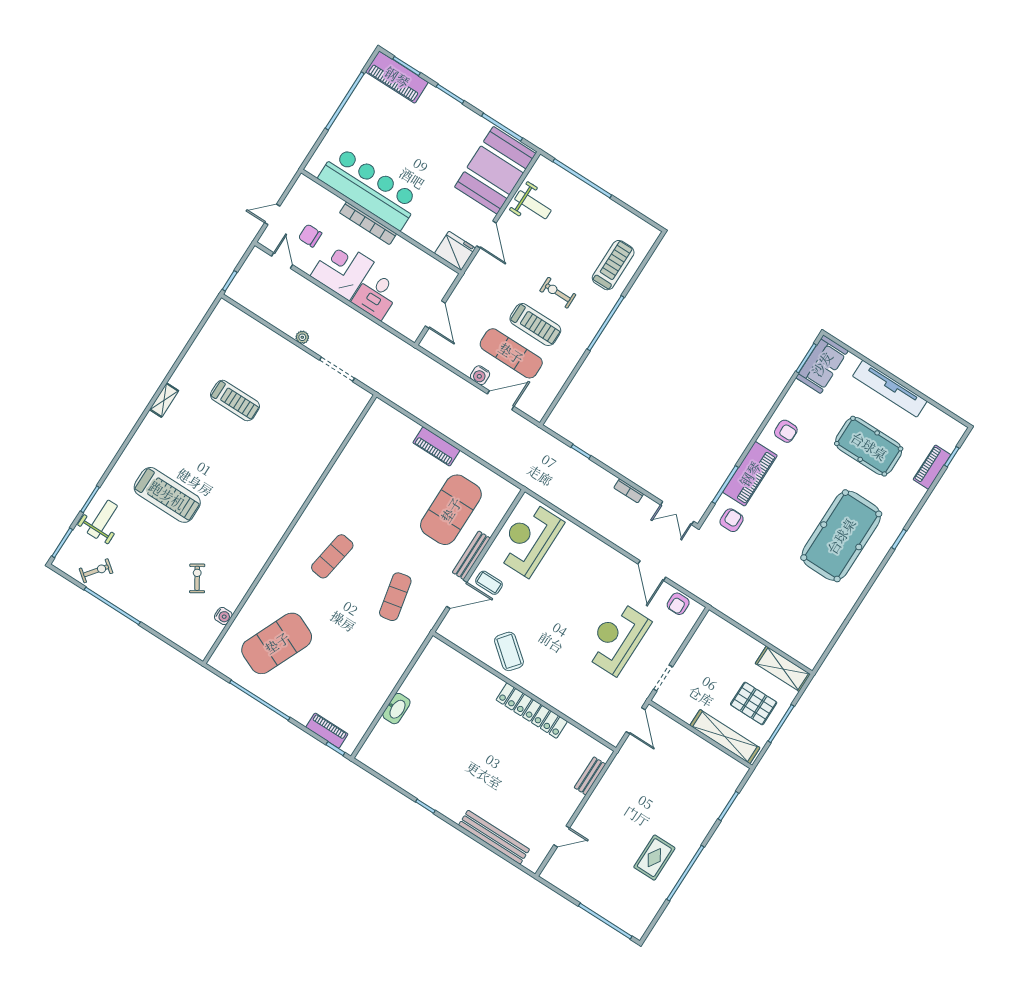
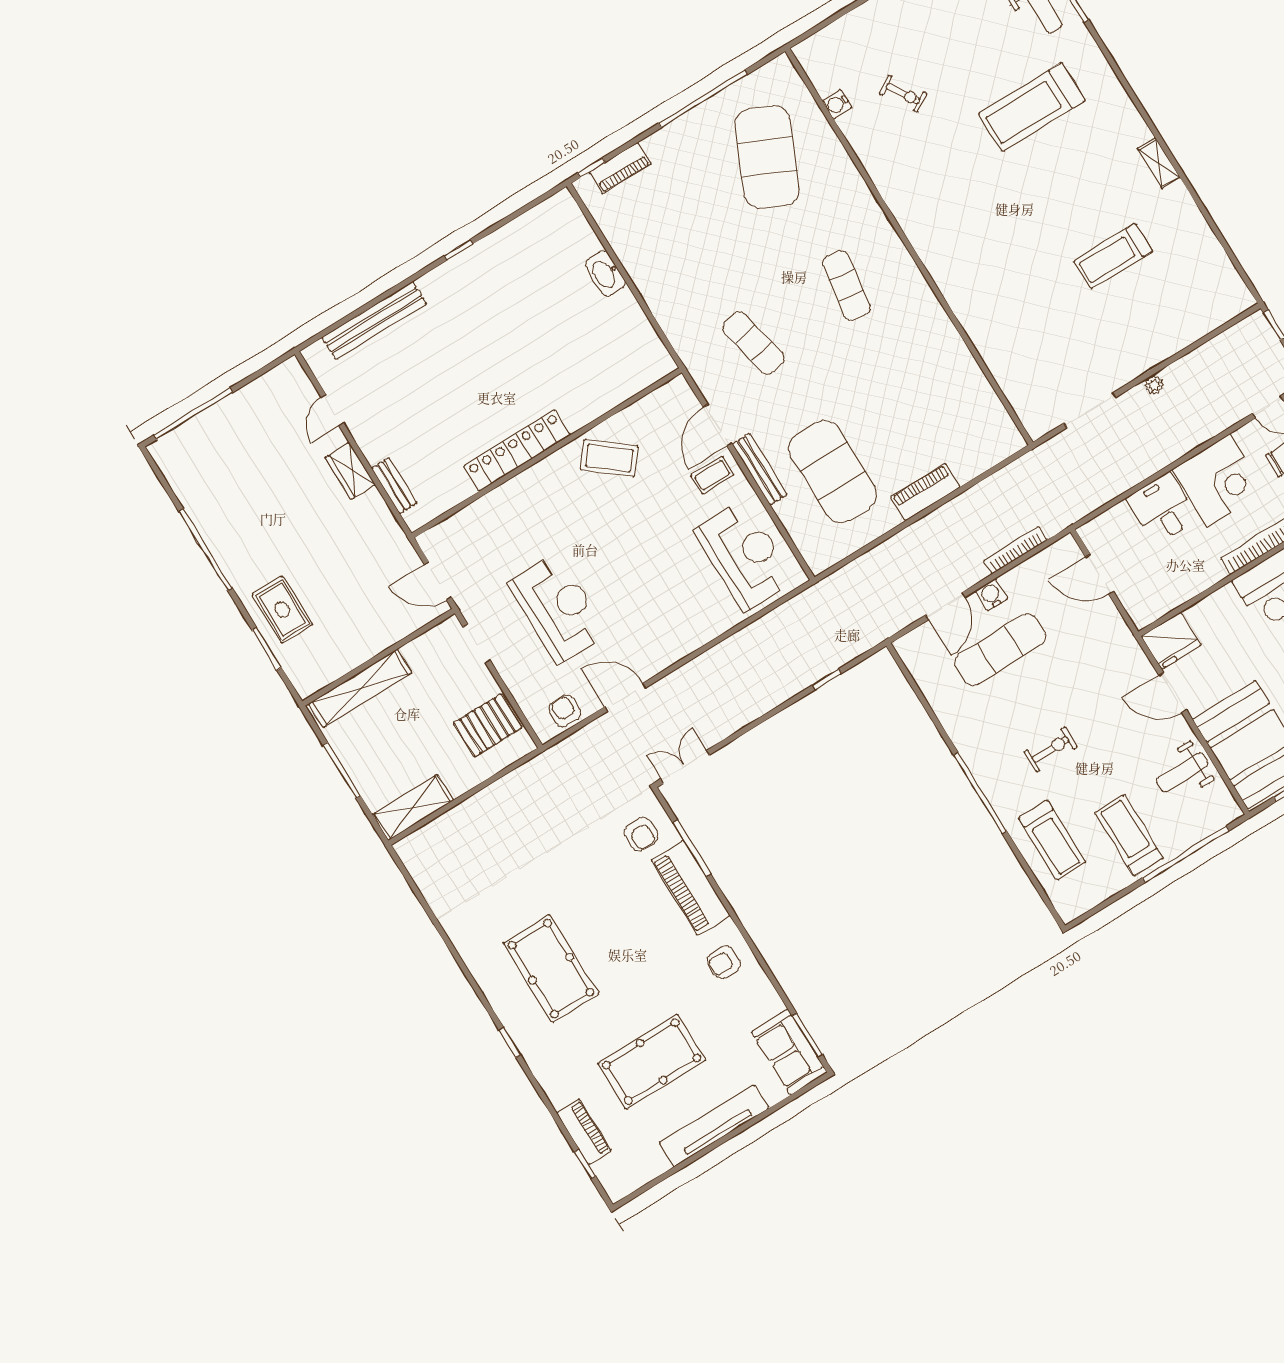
treadmill: (535, 325) -> (1129, 835), moved, turned 90
bookcase: (629, 491) -> (1015, 550), moved, width x1.56
pool table: (841, 536) -> (551, 969), width x0.73, depth x0.76
pallet: (754, 703) -> (488, 726), moved
wardrobe: (594, 807) -> (350, 471), added
rug: (654, 858) -> (282, 610), moved

